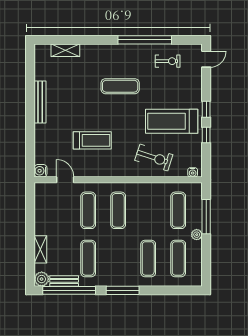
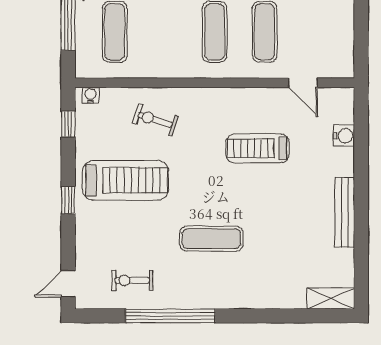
shelving: (65, 50) -> (331, 299), moved
window: (206, 135) -> (68, 124), moved
exercise bike: (154, 158) -> (155, 120), width x0.73, depth x0.72
water cooler: (41, 171) -> (344, 136), moved

